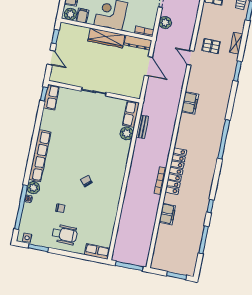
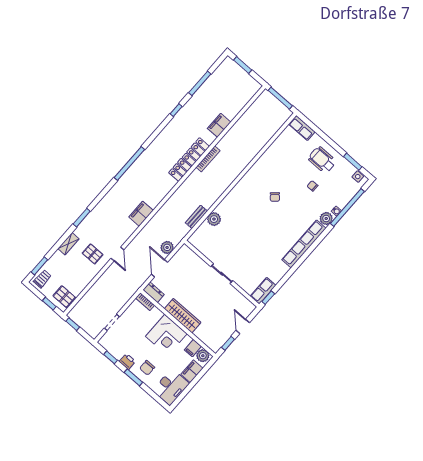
plant: (165, 23) -> (167, 247), moved
dresser: (138, 43) -> (154, 292), width x0.70
row of seats: (131, 114) -> (200, 235), removed

